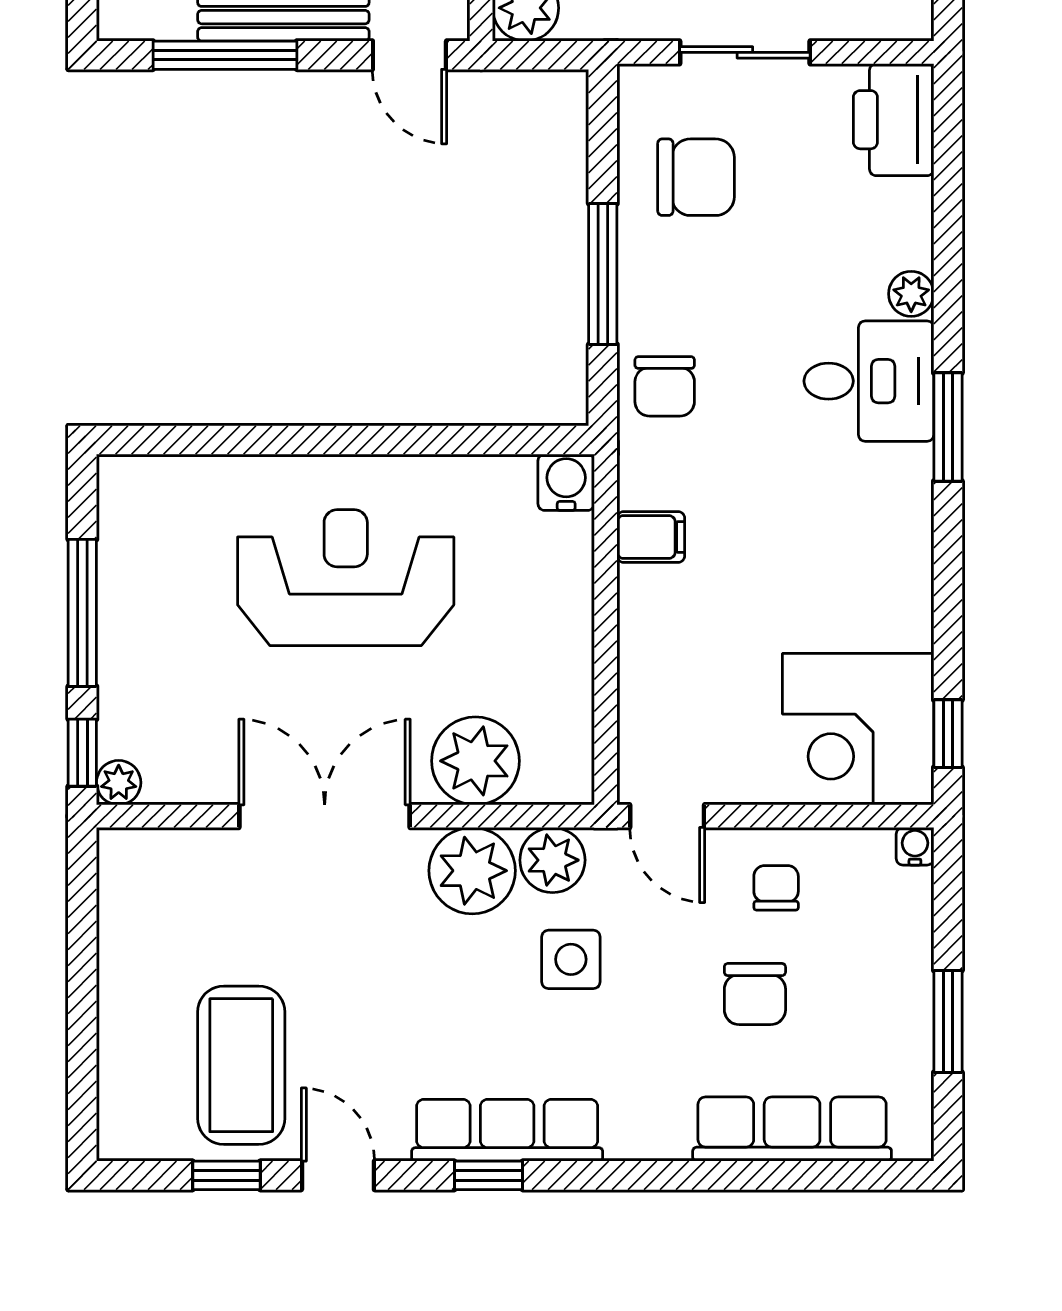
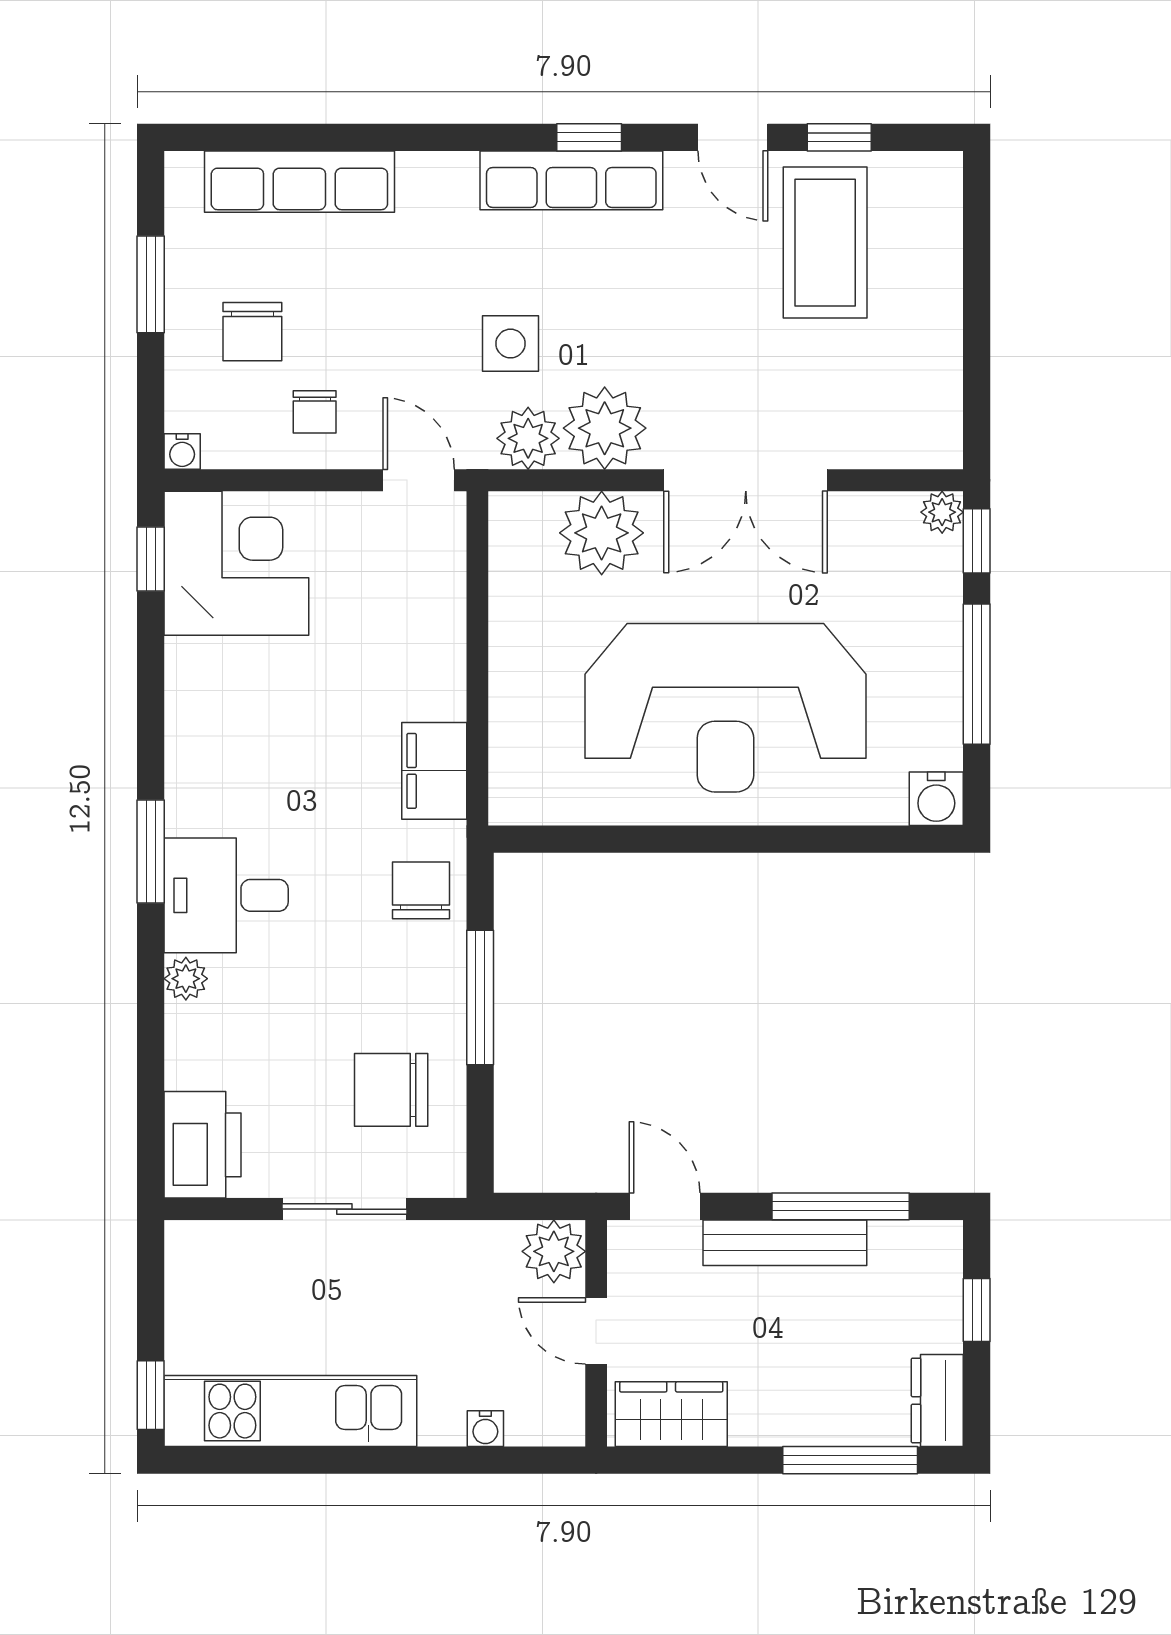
water cooler: (566, 482) -> (936, 799), moved
filing cabinet: (651, 537) -> (434, 771), width x2.00
reception desk: (346, 578) -> (725, 708), width x1.36, depth x1.30
chair: (755, 994) -> (252, 332), moved, turned 180

